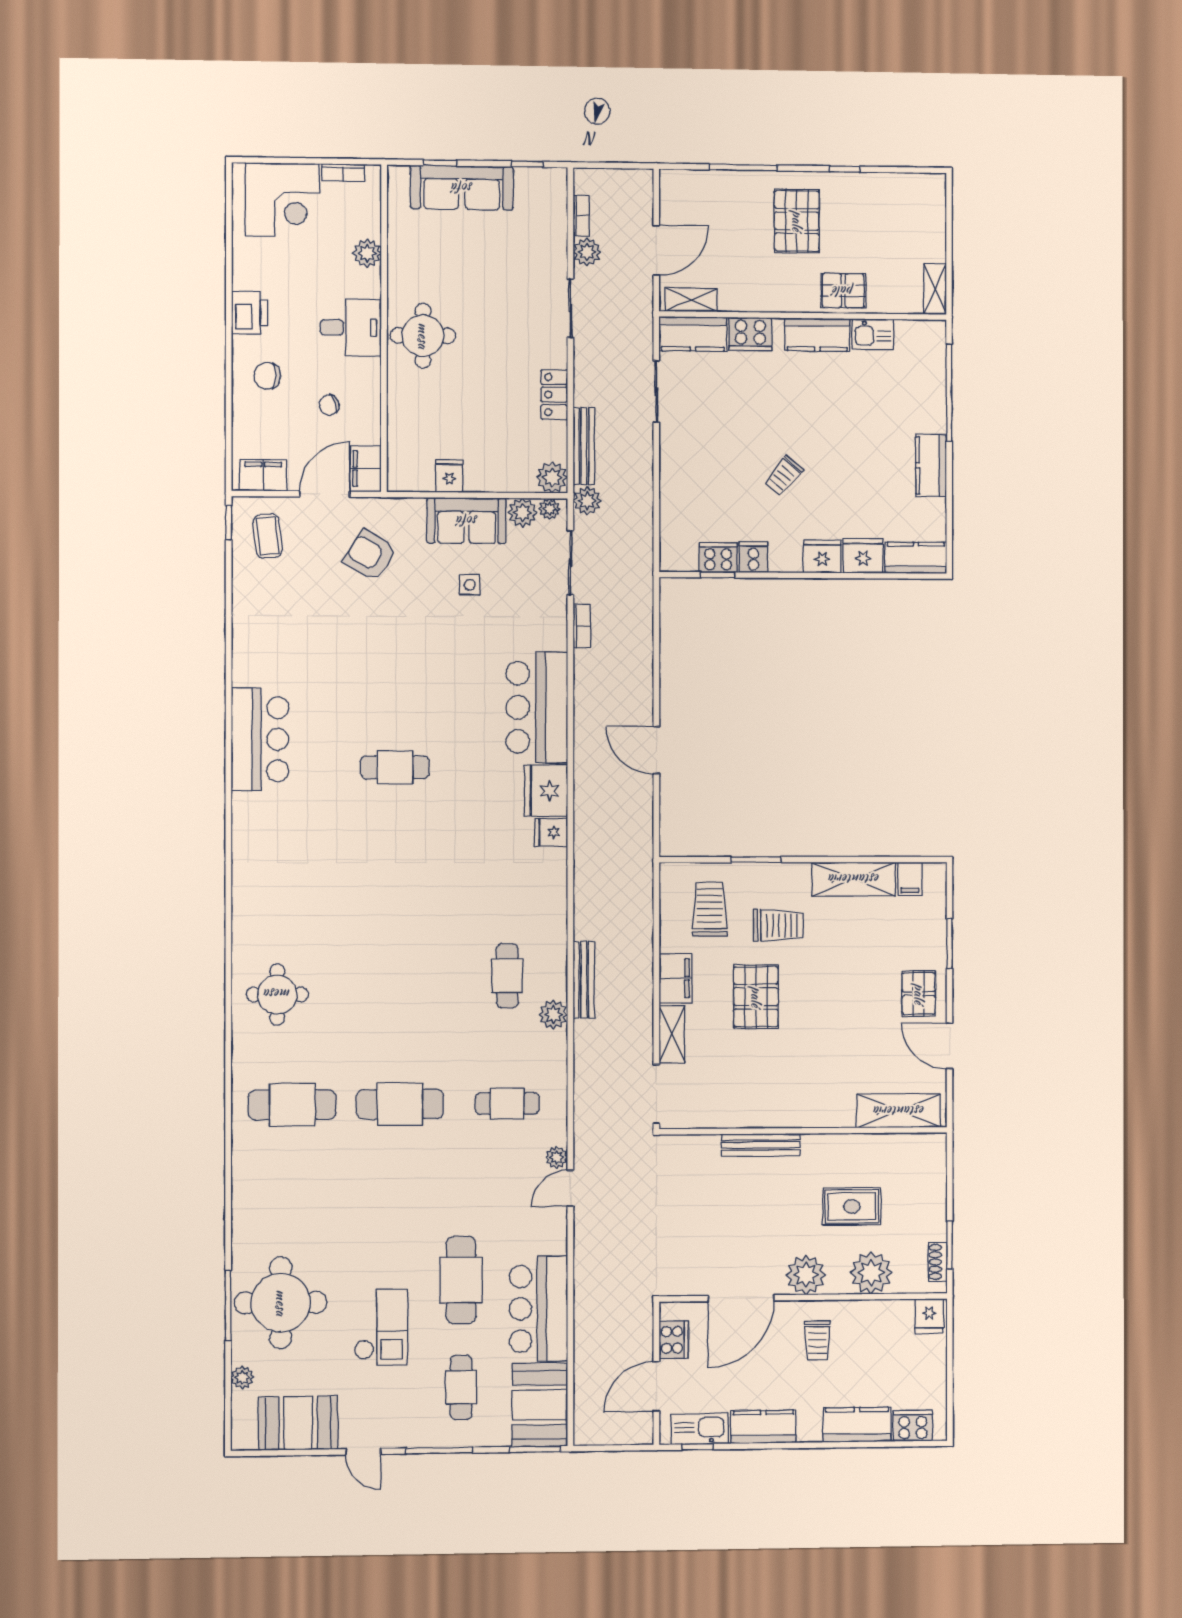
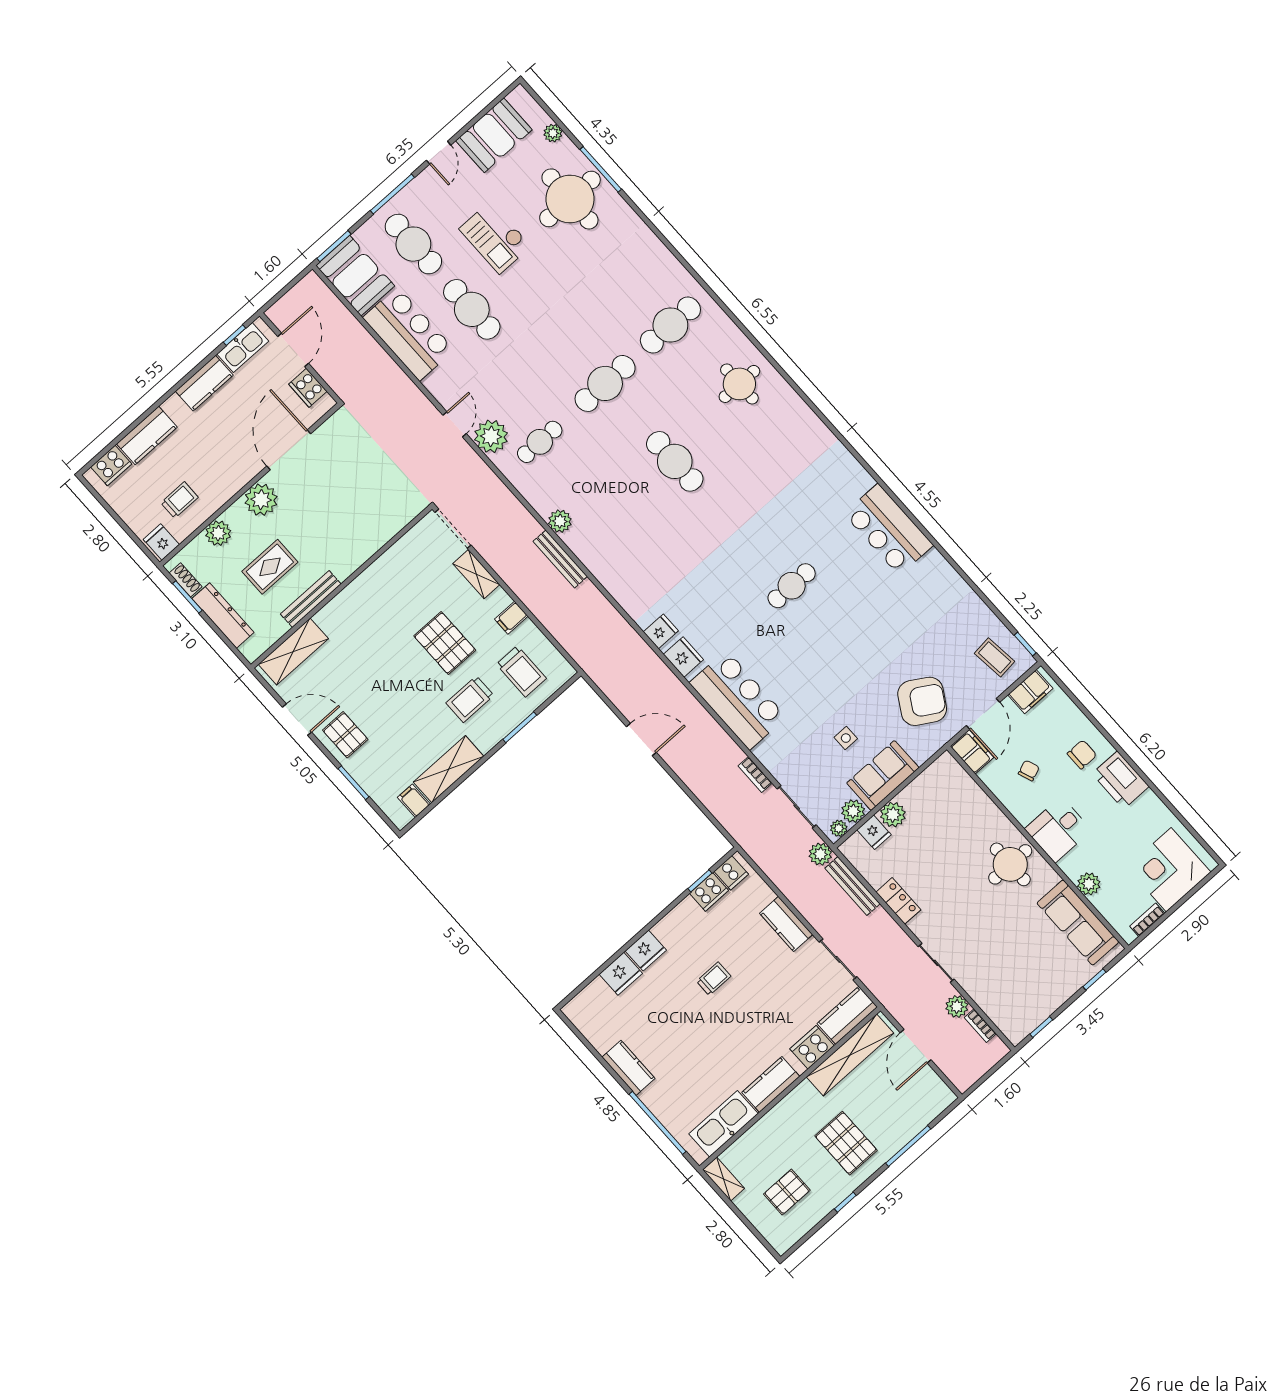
sofa: (462, 188) -> (1078, 923), moved, turned -90
pallet: (843, 291) -> (787, 1192), moved
shelving: (691, 300) -> (850, 1055), width x2.20, depth x1.33
printer: (249, 313) -> (1120, 780), width x1.37, depth x1.19
kitchen sink: (873, 334) -> (724, 1124), width x1.87, depth x1.24
fridge: (449, 476) -> (874, 832), moved
trolley: (784, 476) -> (714, 979), turned 50
plant: (552, 477) -> (893, 815), moved
armchair: (370, 555) -> (922, 701), width x1.36, depth x1.36
cooker: (754, 557) -> (731, 873), moved
kitchen counter: (916, 558) -> (786, 924), moved, turned 90
fridge: (546, 791) -> (683, 657), width x0.73, depth x0.75
cafe table: (507, 976) -> (675, 461), moved, width x1.37, depth x1.35
filing cabinet: (675, 978) -> (511, 618), width x0.50
bench: (761, 1145) -> (311, 599), moved
plant: (557, 1157) -> (491, 436), width x1.87, depth x1.87
dresser: (933, 1200) -> (223, 615), added
plant: (871, 1273) -> (218, 533), width x0.73, depth x0.73
trolley: (817, 1340) -> (179, 500), moved, turned 90
cafe table: (461, 1387) -> (413, 244), width x1.37, depth x1.35
door: (363, 1452) -> (439, 153), swing flipped

